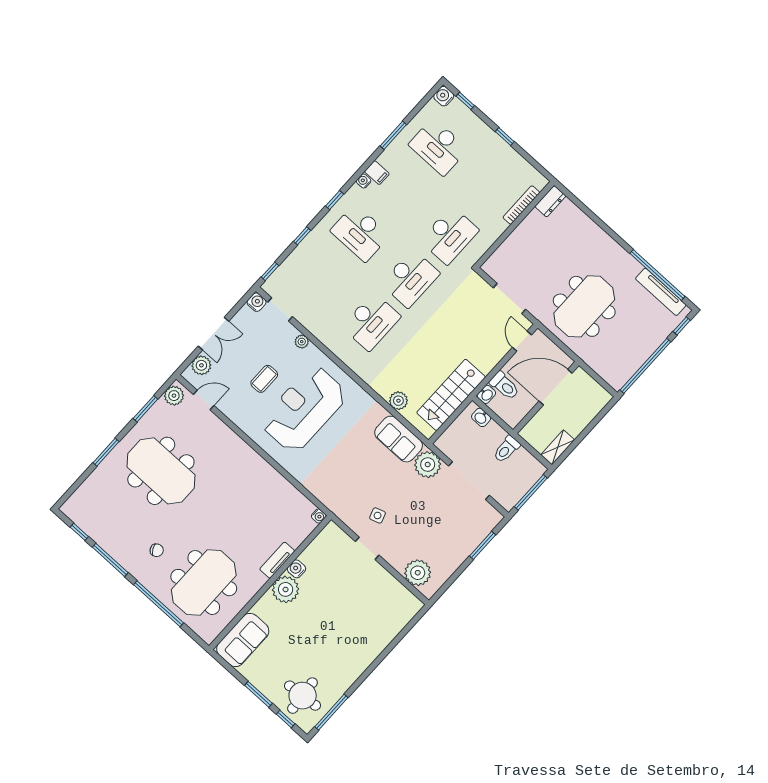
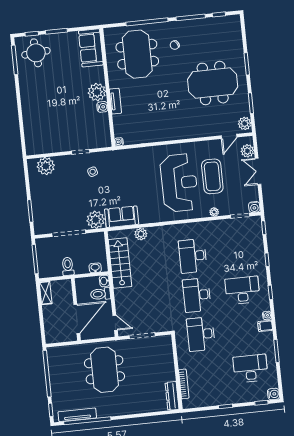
dresser: (550, 201) -> (172, 396), width x1.44
coffee table: (264, 379) -> (212, 176), width x1.86, depth x1.72

